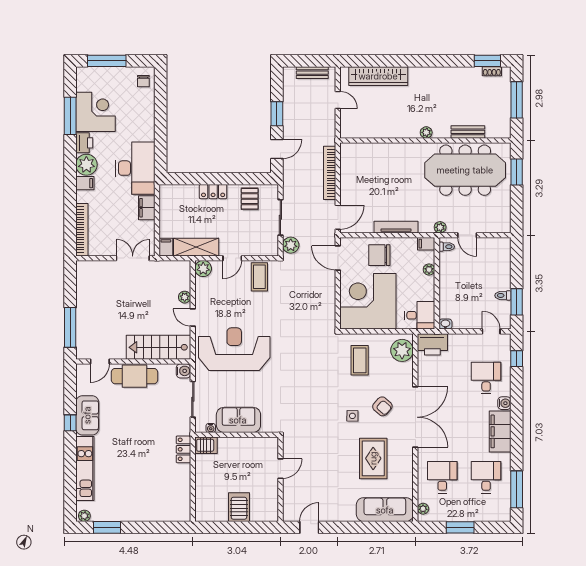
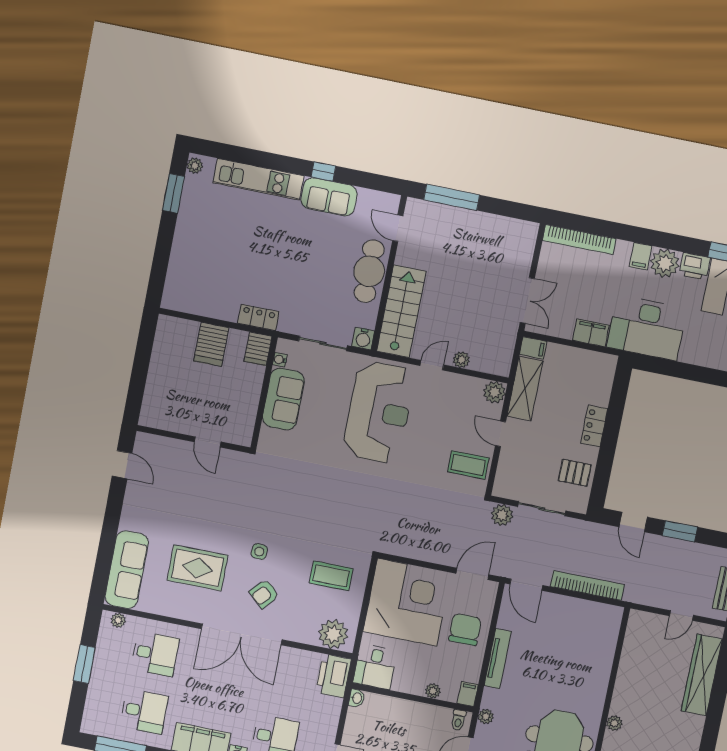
server rack: (239, 507) -> (211, 344), moved, turned 90

